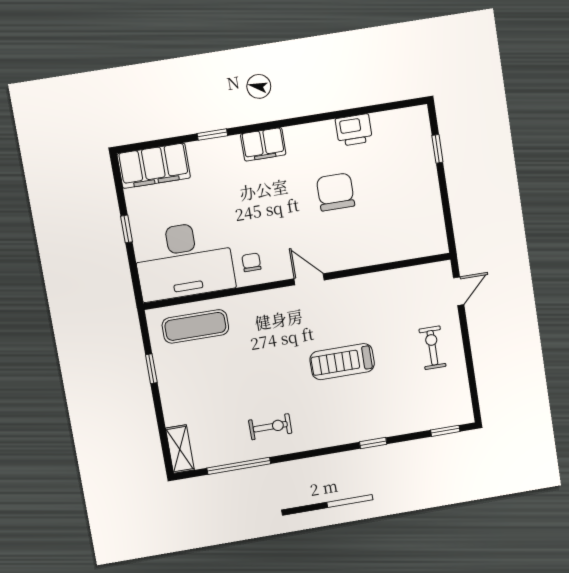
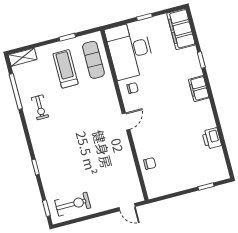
chair: (336, 192) -> (150, 163), moved, width x0.54, depth x0.54
exercise bike: (432, 348) -> (73, 204), moved, width x1.38, depth x1.39
treadmill: (342, 362) -> (66, 69), moved

